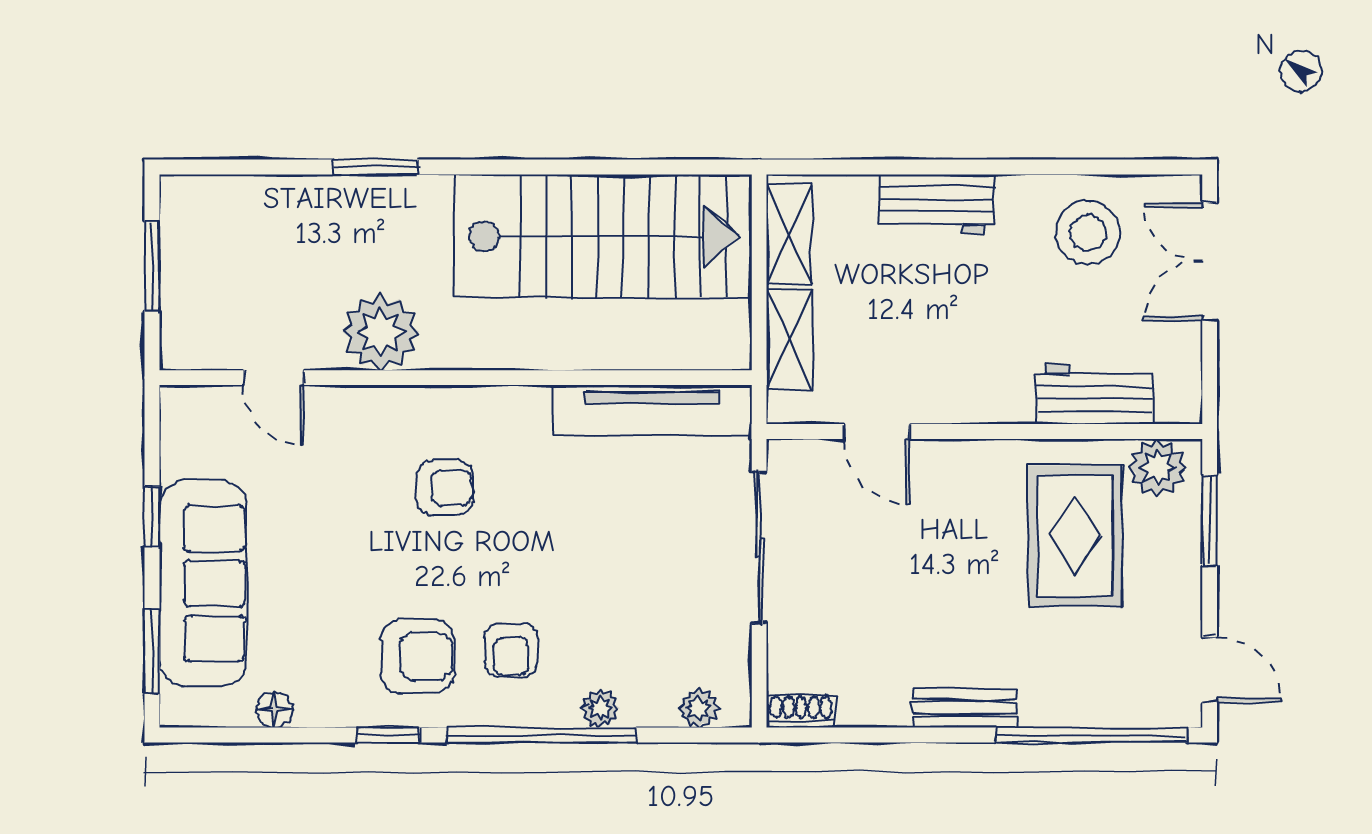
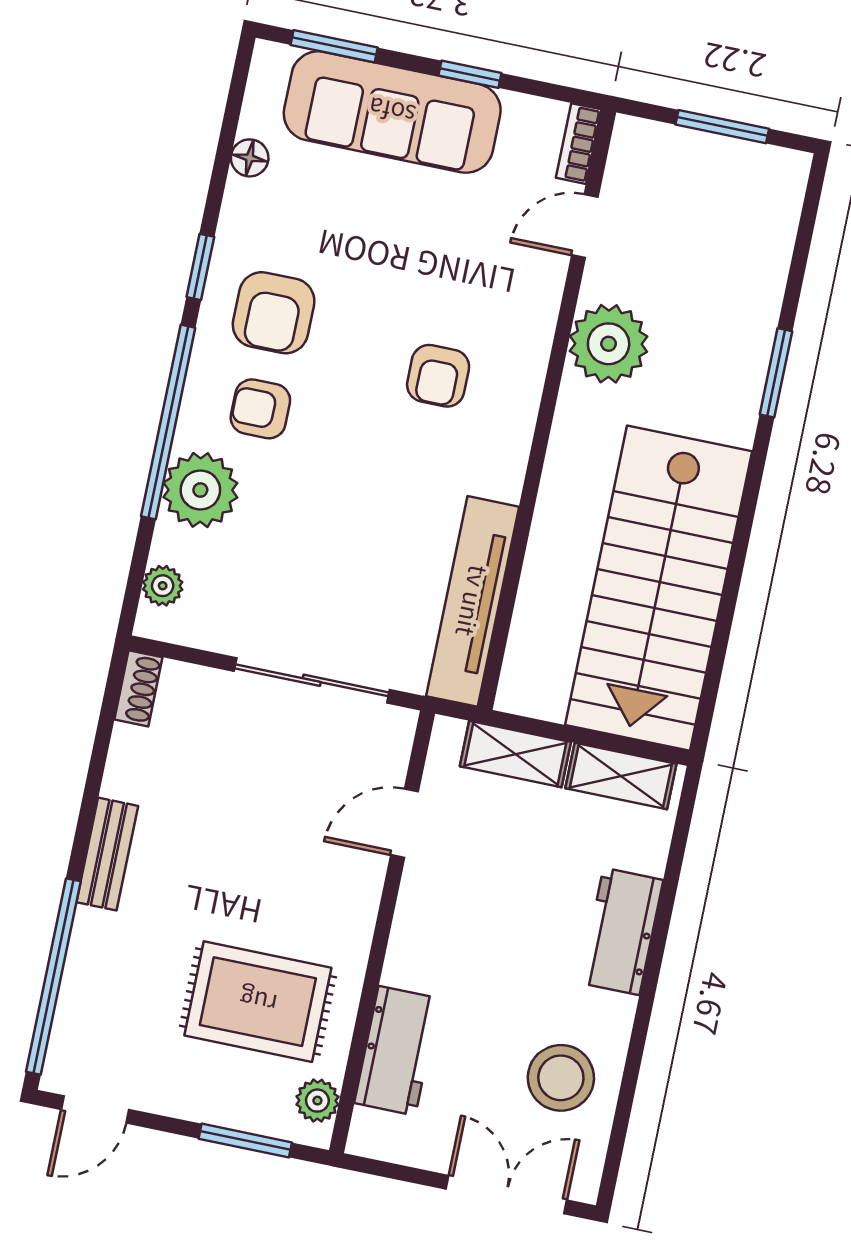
bookcase: (196, 400) -> (579, 144), added
plant: (1157, 468) -> (317, 1101), width x0.73, depth x0.73
plant: (600, 708) -> (200, 490), width x1.87, depth x1.87

